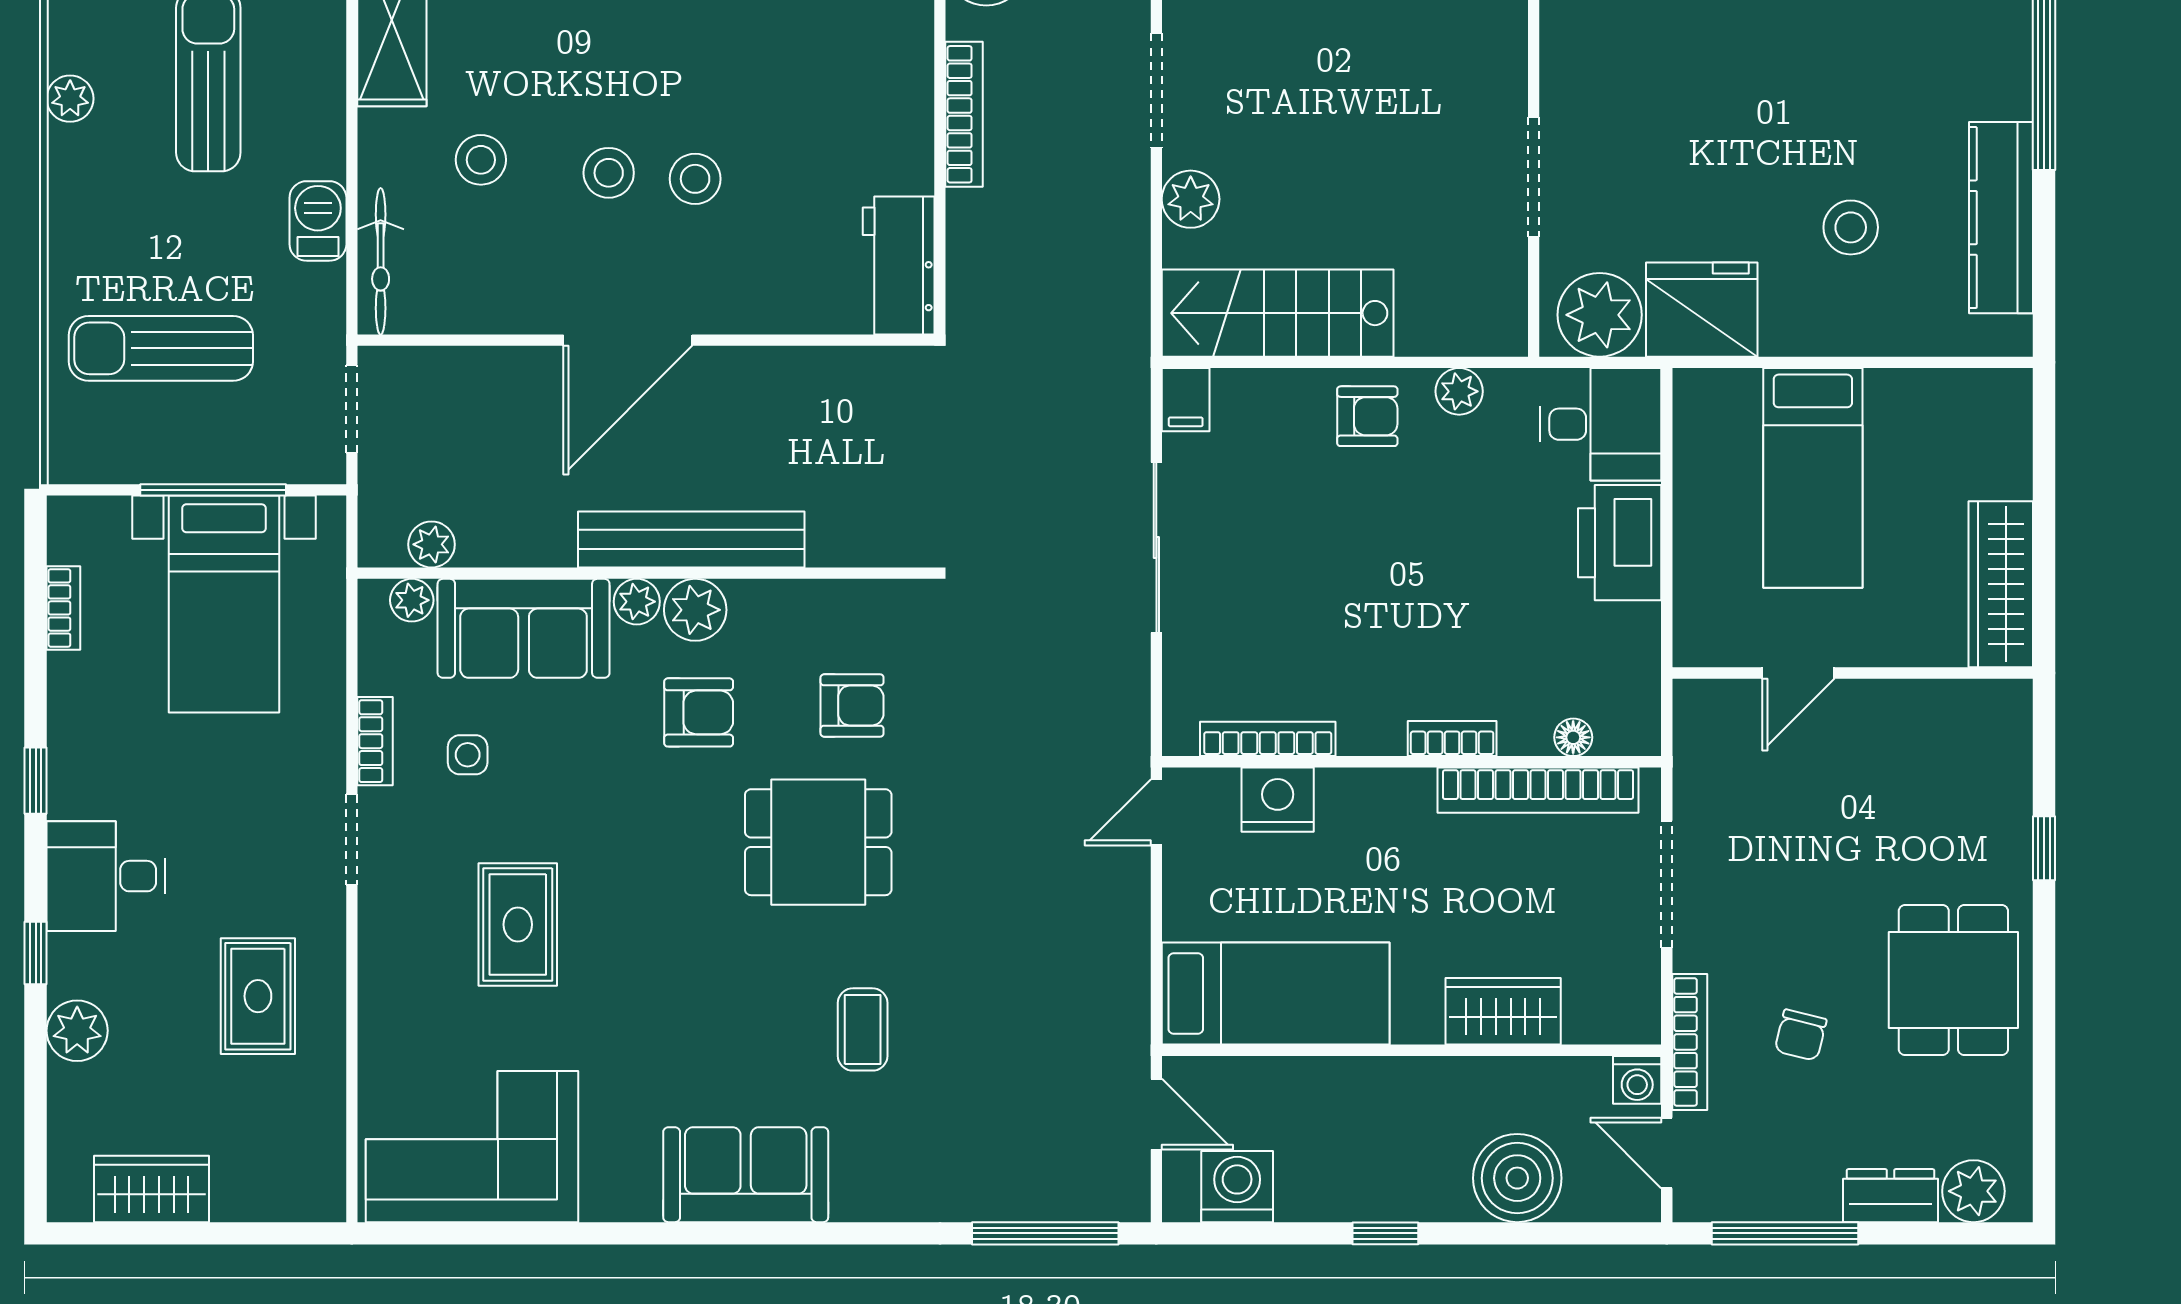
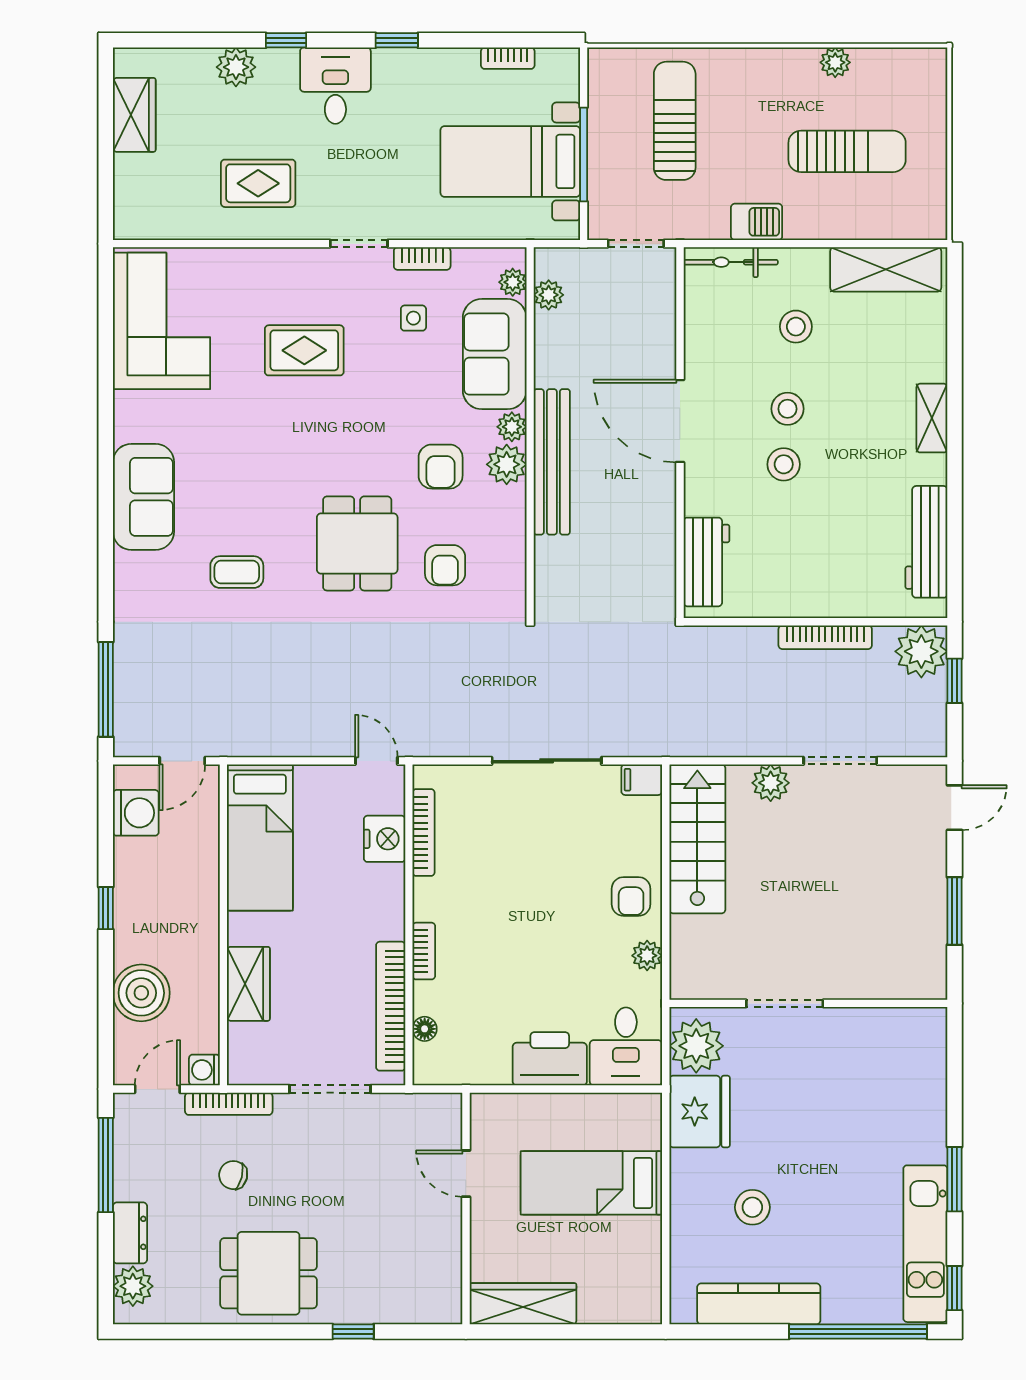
workbench: (899, 265) -> (706, 562), moved, turned 90

